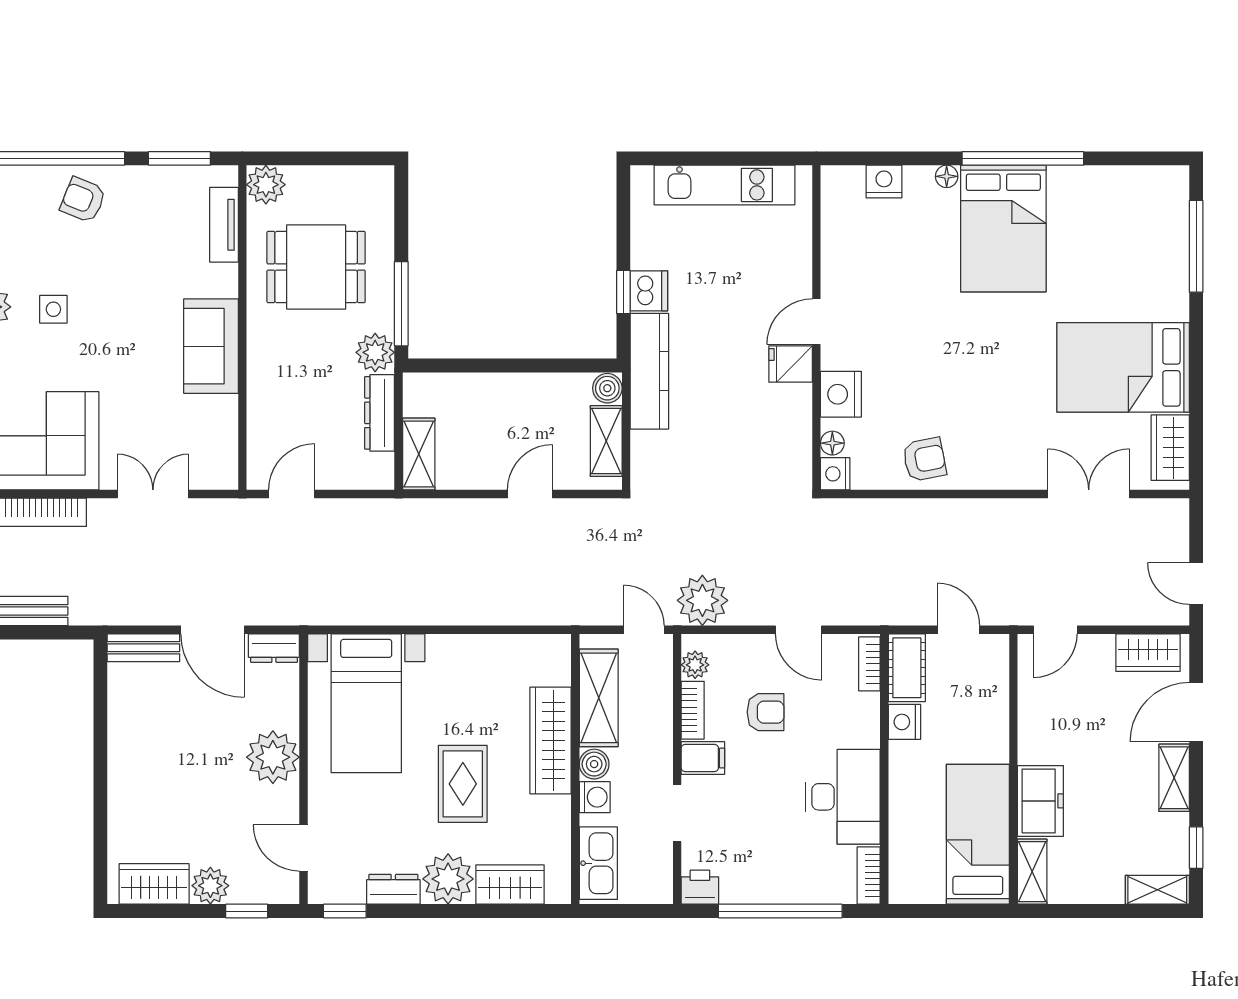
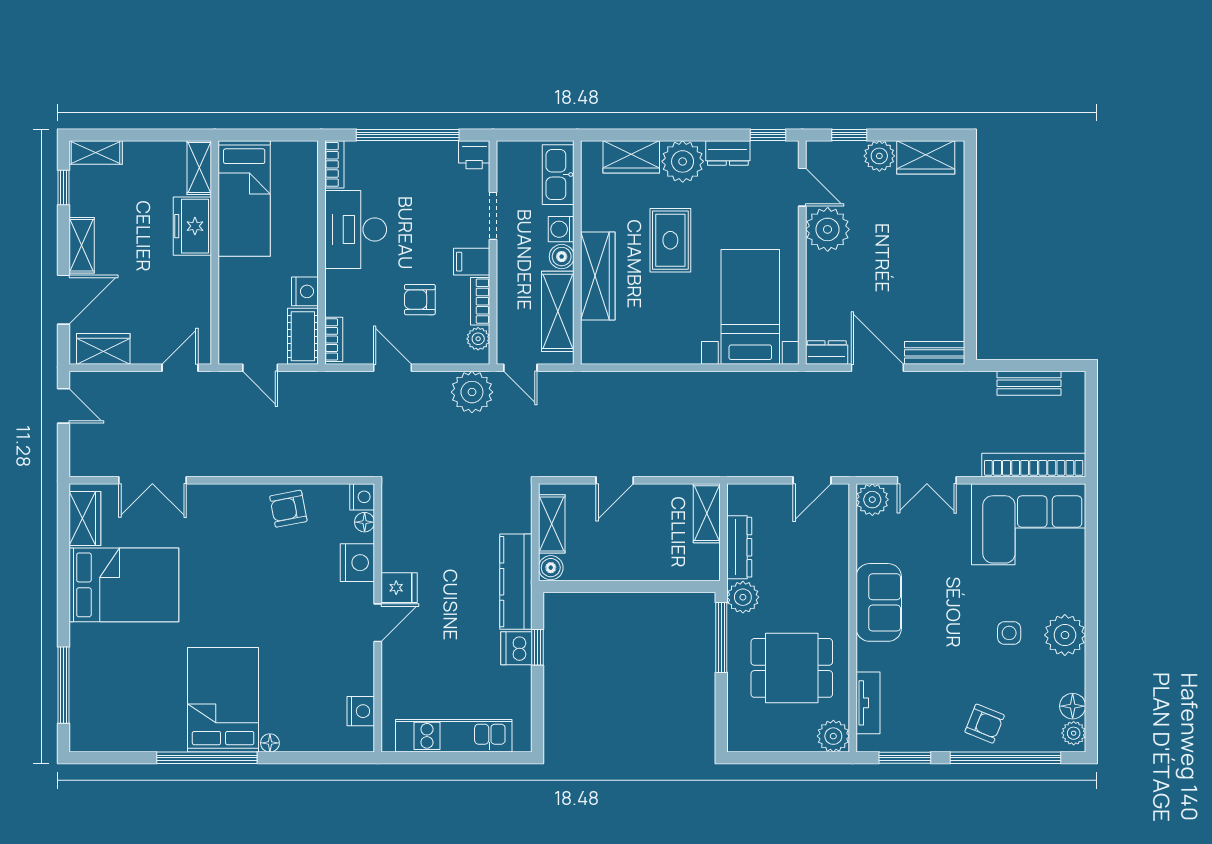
nightstand: (884, 182) -> (361, 711), moved, turned -90
plant: (219, 470) -> (872, 500), added
plant: (273, 757) -> (828, 229), moved

